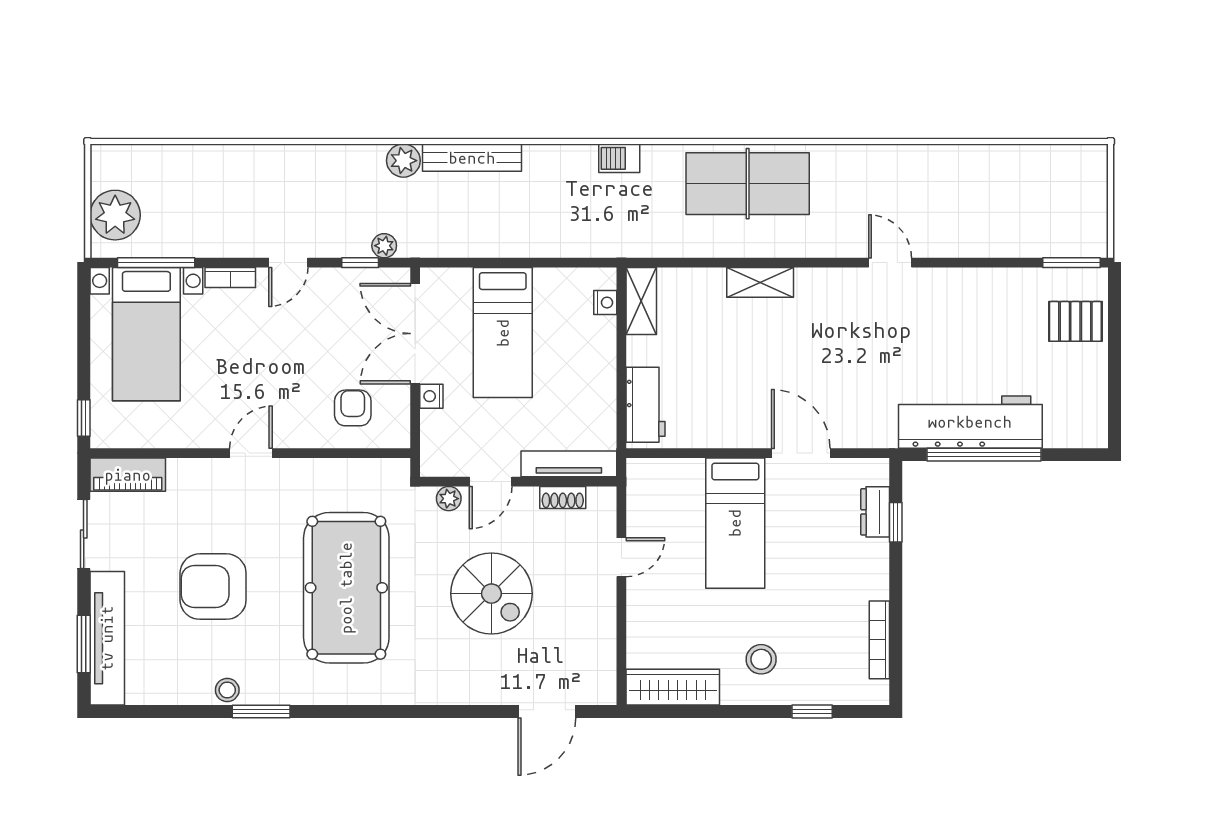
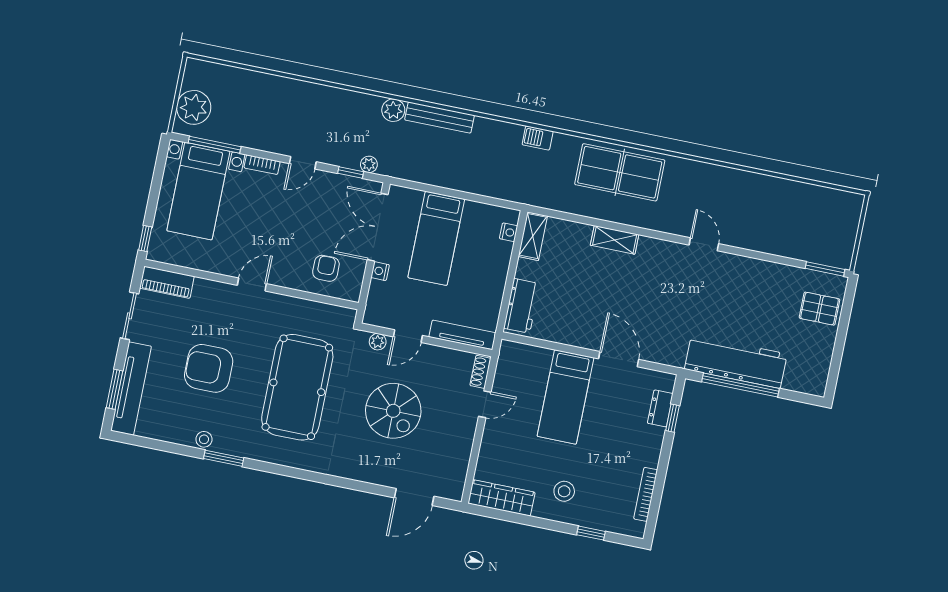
shoe rack: (563, 497) -> (480, 372), moved, turned 90

